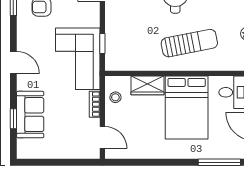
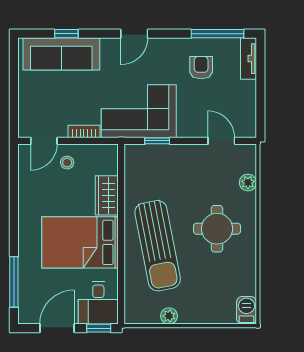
sun lounger: (189, 43) -> (158, 246), width x1.36, depth x1.34
stool: (115, 97) -> (67, 163), moved
sofa: (30, 115) -> (61, 54), width x1.36

